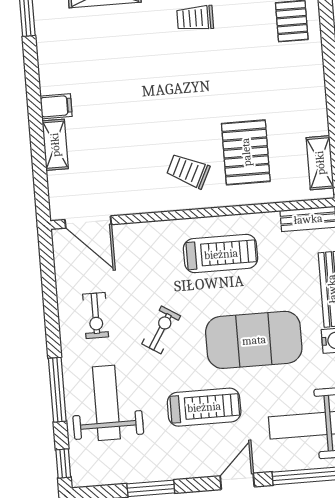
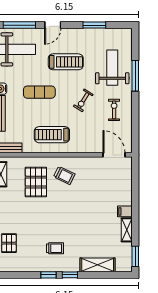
shelving: (55, 145) -> (127, 230), moved
exercise mat: (254, 340) -> (39, 92), width x0.50, depth x0.69
weight bench: (106, 403) -> (112, 68), turned 180
treadmill: (204, 407) -> (66, 62), turned 180
window: (63, 463) -> (135, 40), removed

